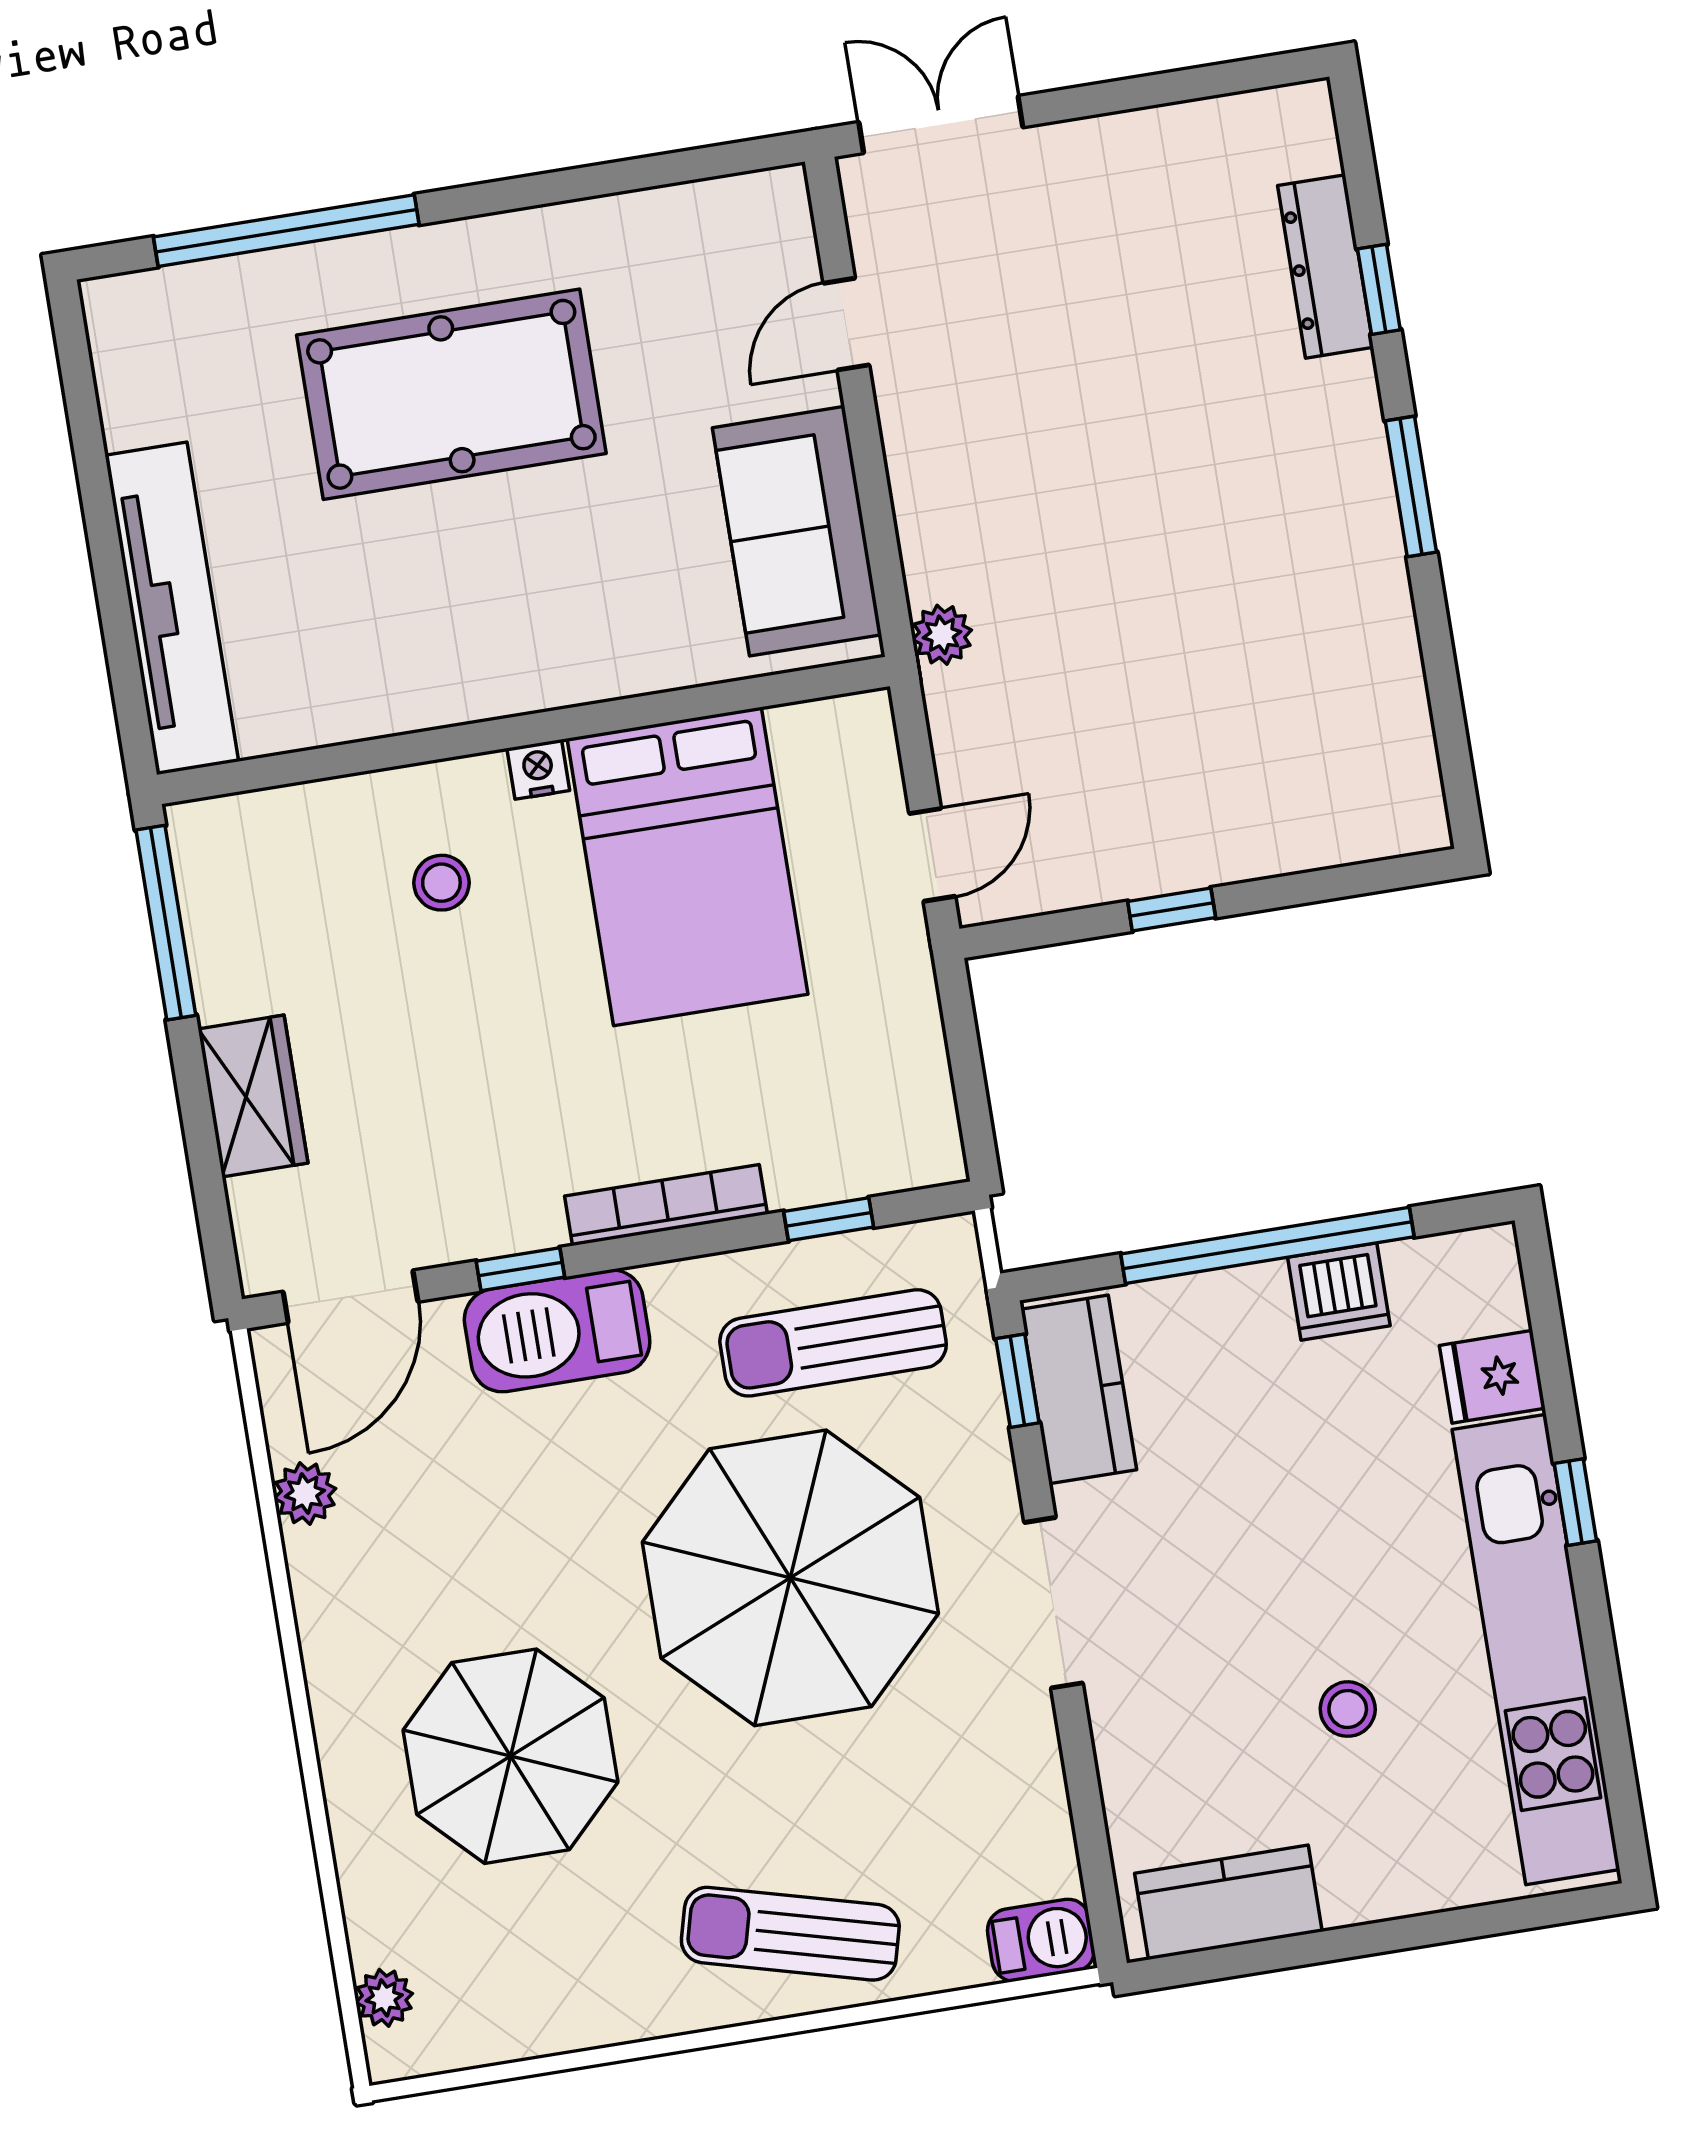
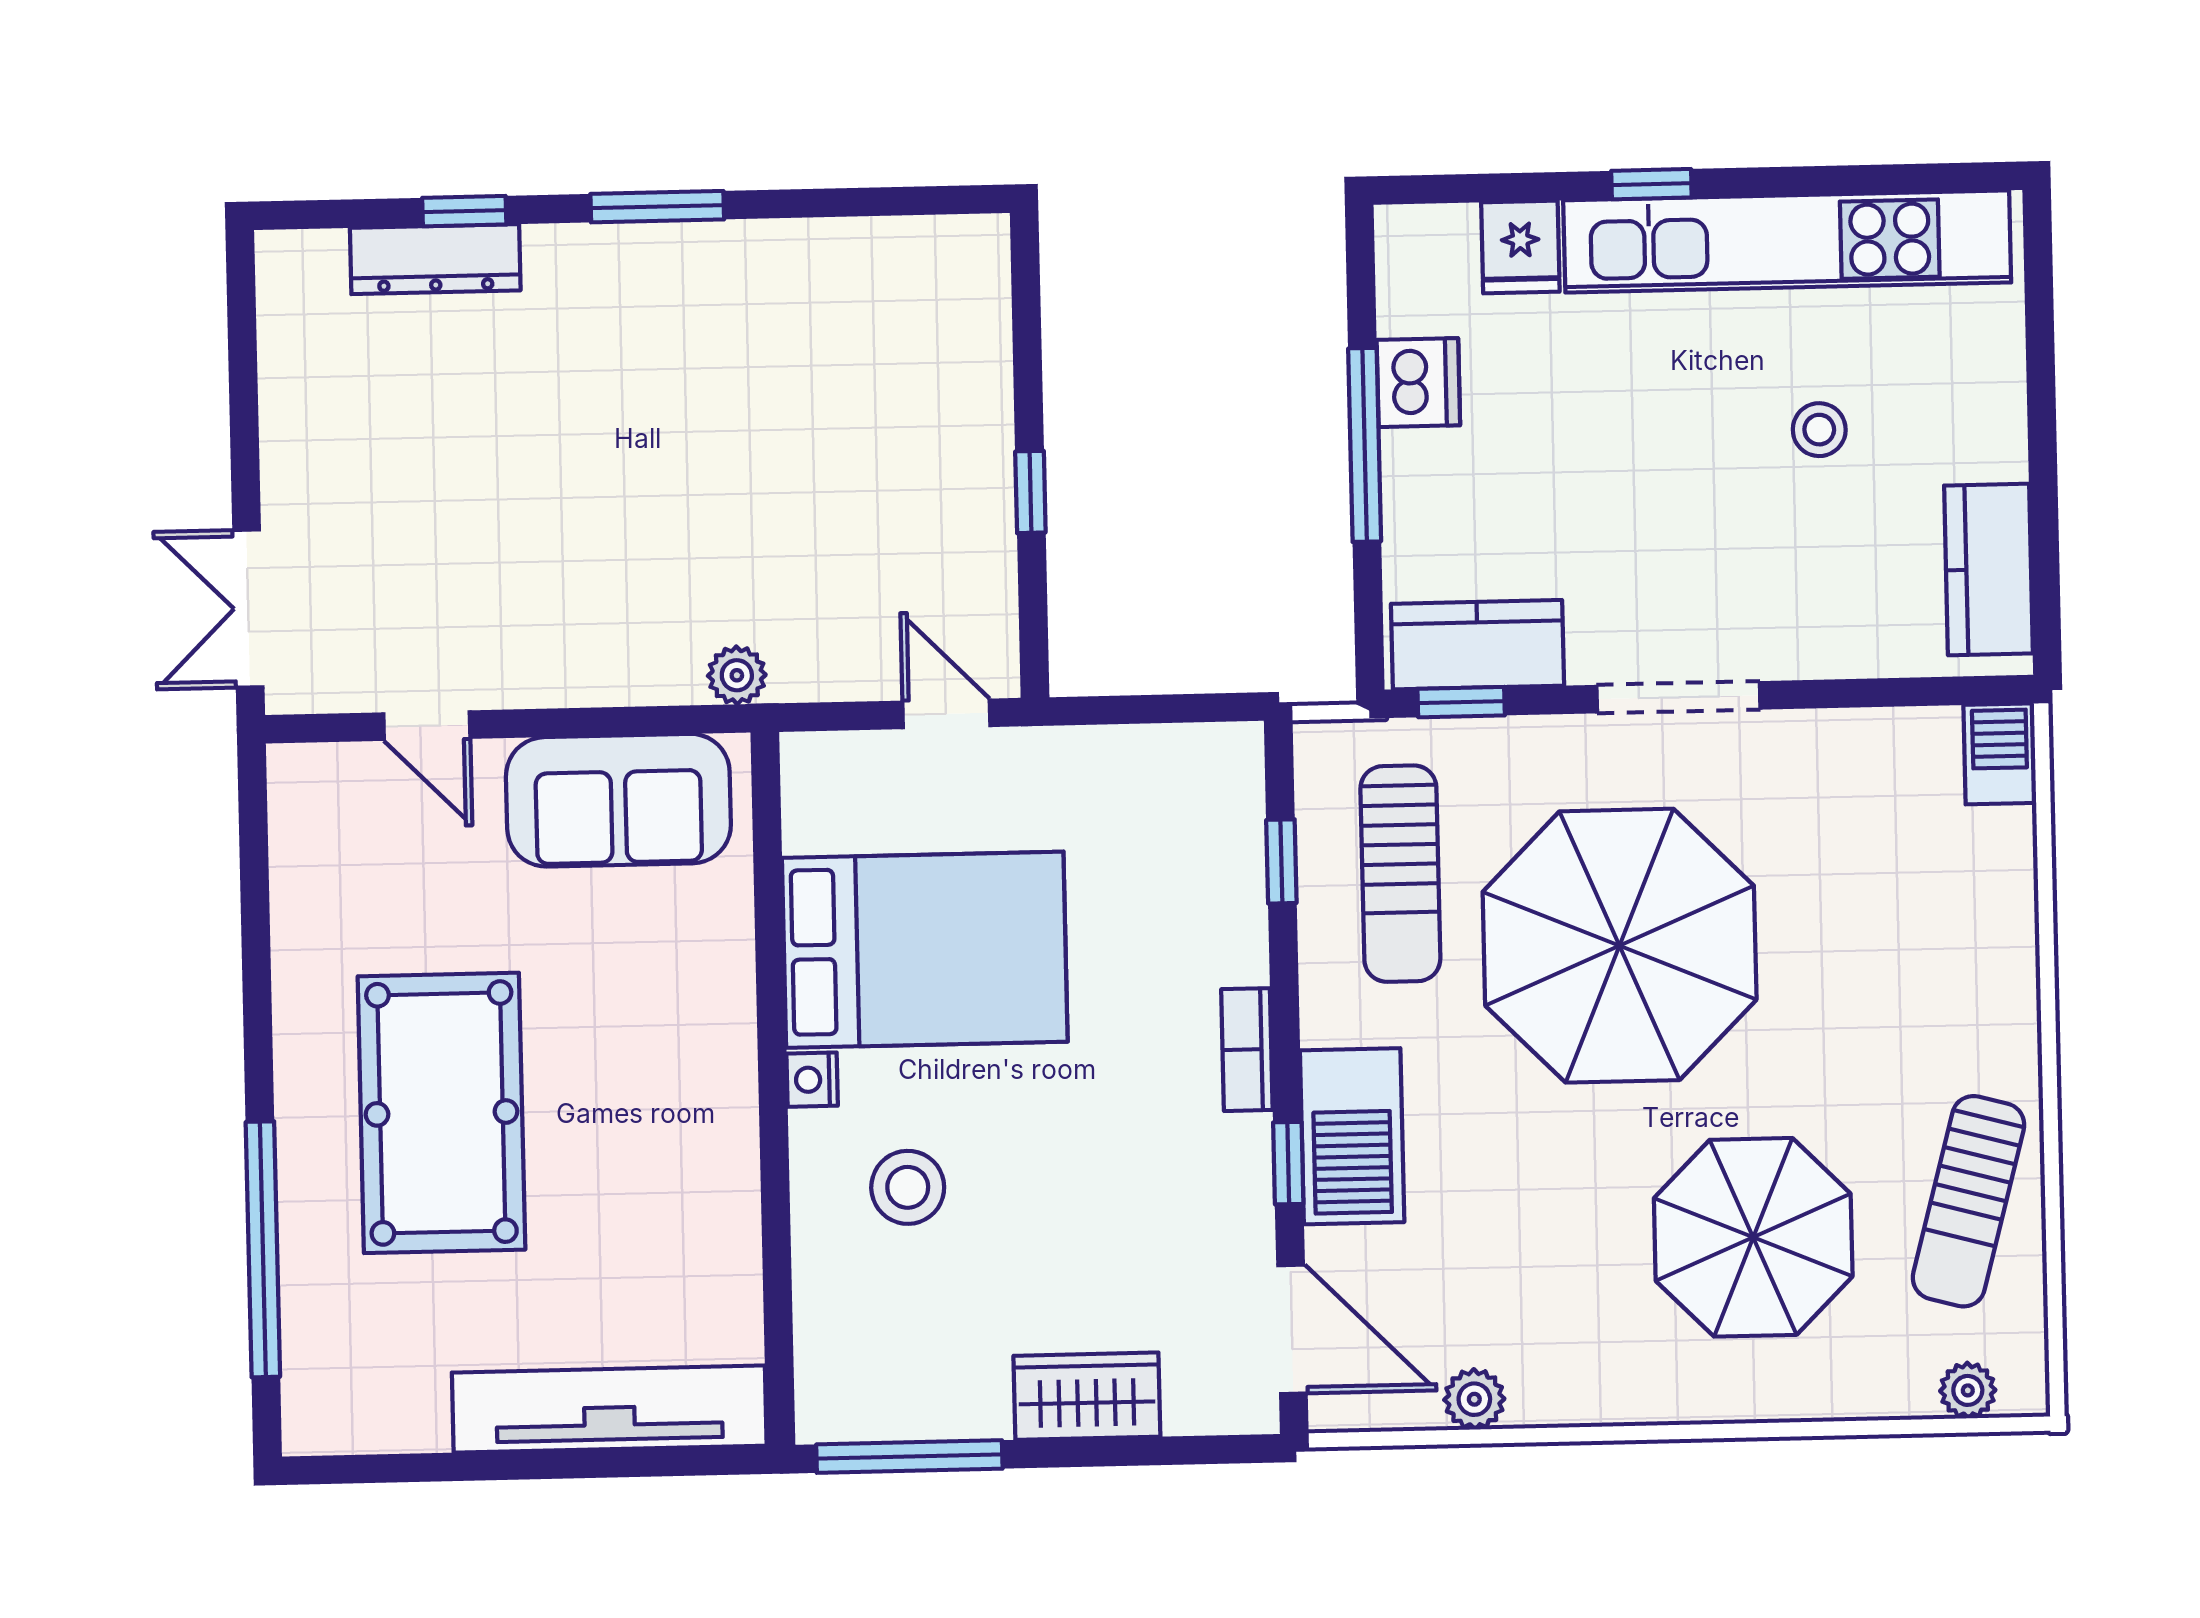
stool: (441, 883) -> (908, 1187), width x1.37, depth x1.37
bookcase: (666, 1205) -> (1247, 1050), width x0.64
window: (1267, 1245) -> (1365, 445), width x0.68
sun lounger: (790, 1934) -> (1969, 1201), moved

